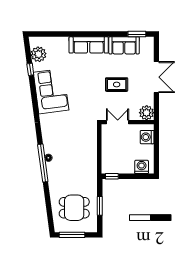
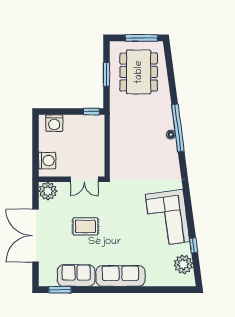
double door: (156, 77) -> (36, 236), width x1.36
dining table: (74, 208) -> (139, 72), width x1.38

